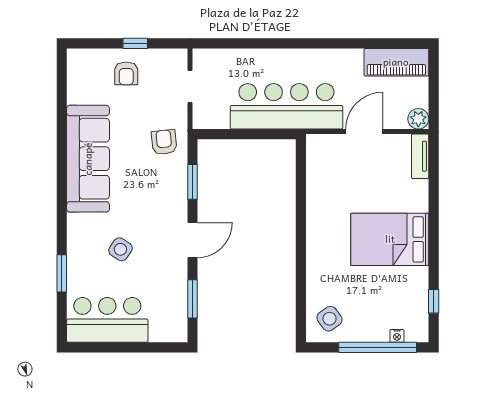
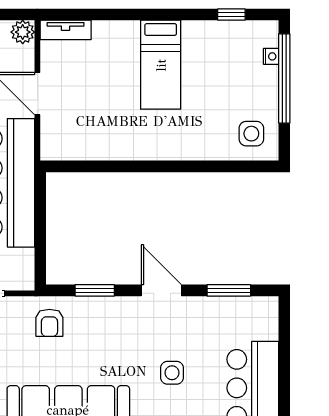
armchair: (164, 142) -> (49, 323), turned -84
bed: (390, 239) -> (161, 65), width x0.67
side table: (120, 249) -> (172, 373), turned -33
side table: (329, 319) -> (251, 134), turned 36

